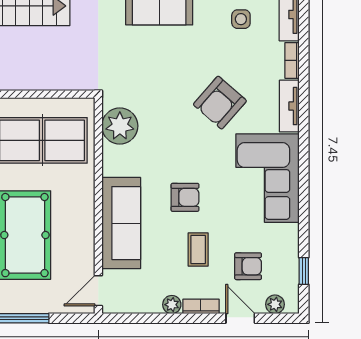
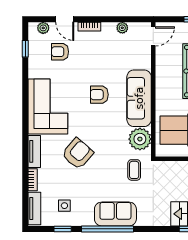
sofa: (121, 223) -> (139, 98), moved
coffee table: (198, 250) -> (134, 170), moved
plant: (172, 305) -> (122, 28), moved

